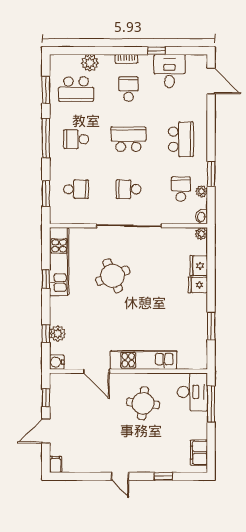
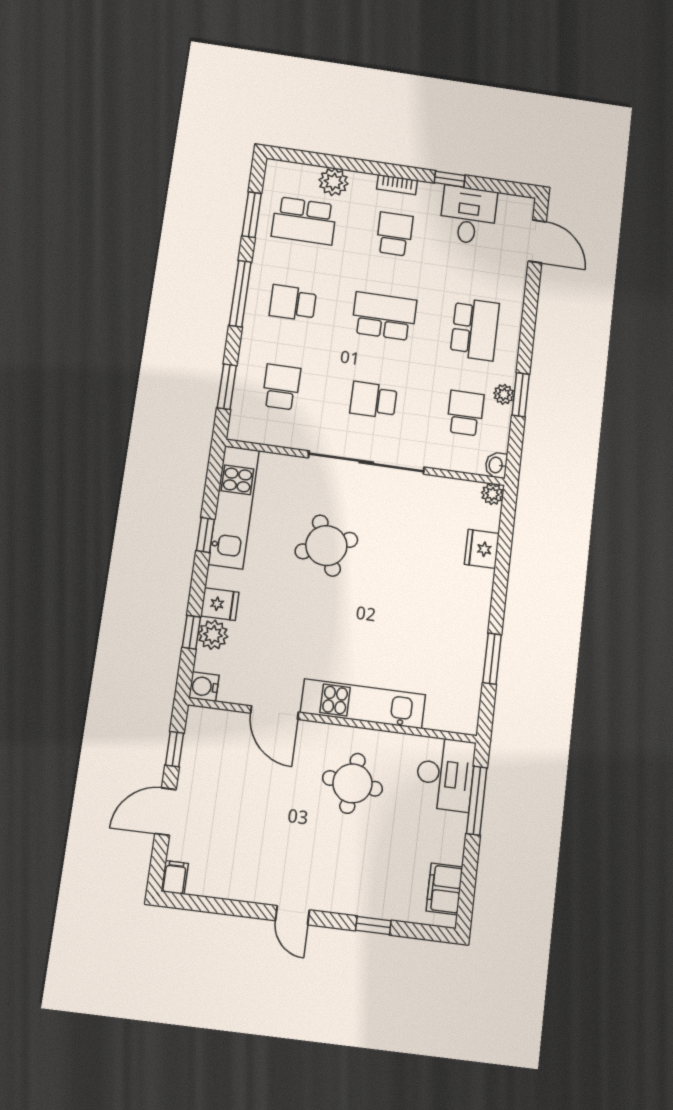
school desk: (76, 189) -> (281, 387), turned -90
plant: (202, 191) -> (504, 394), moved
fridge: (198, 285) -> (220, 604), moved, turned 180

